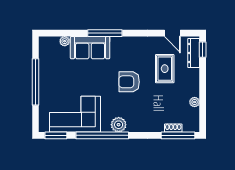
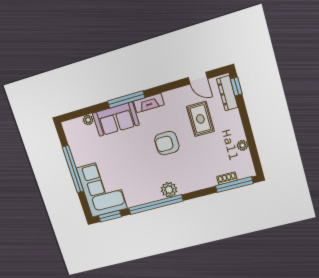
fireplace: (124, 42) -> (149, 103), added
corner sofa: (75, 114) -> (102, 188), moved, turned 90

